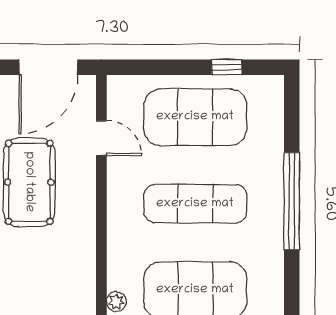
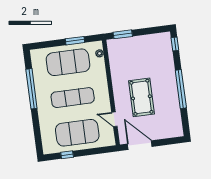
door: (48, 67) -> (140, 145), hinge flipped
window: (292, 201) -> (31, 89), moved

